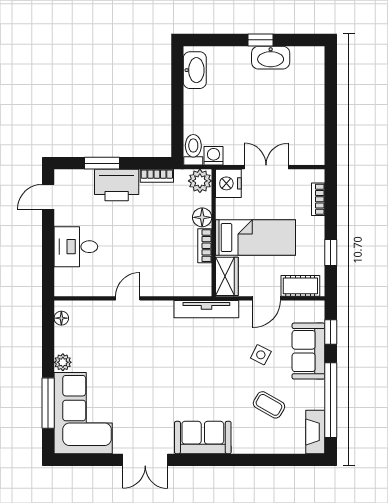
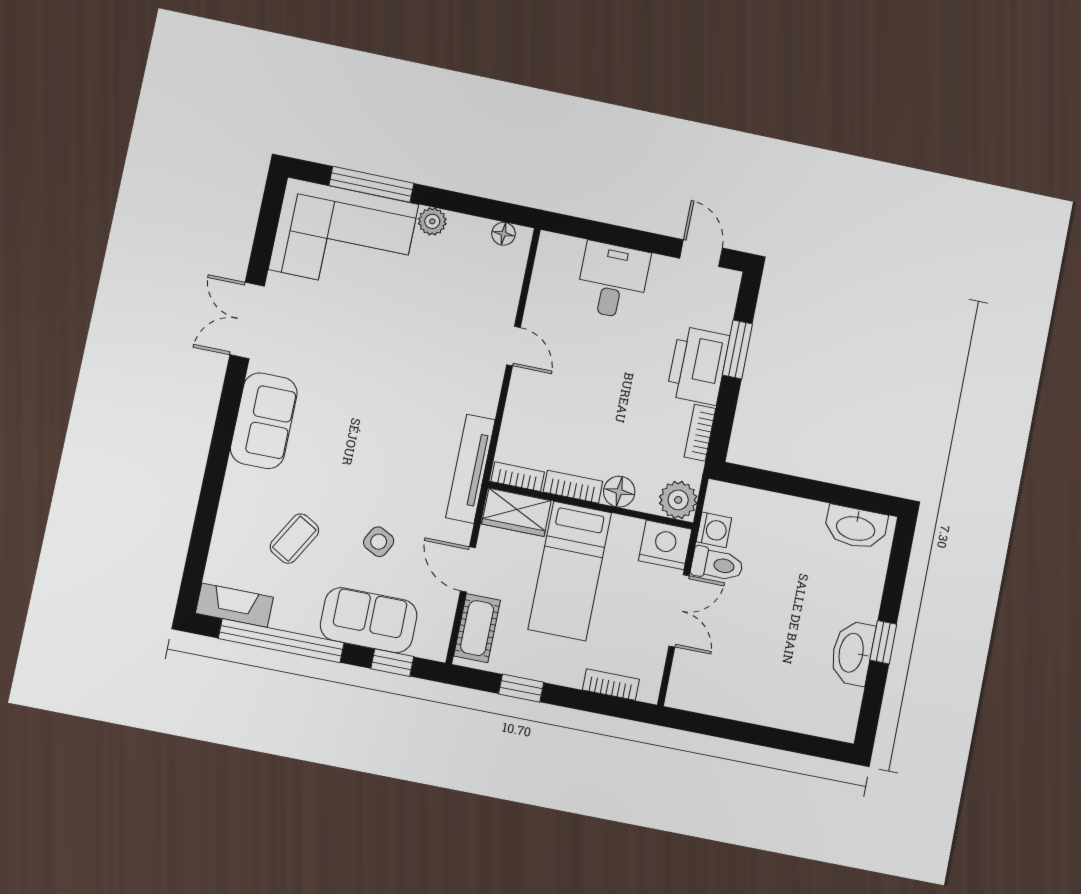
toilet: (193, 150) -> (717, 564), moved
bookcase: (205, 280) -> (518, 477), added

